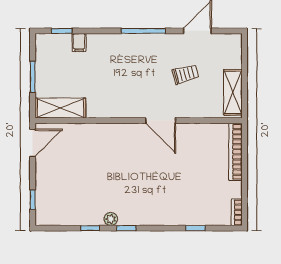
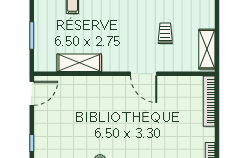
trolley: (185, 74) -> (165, 33), turned -75
shelving: (60, 108) -> (79, 63), moved

